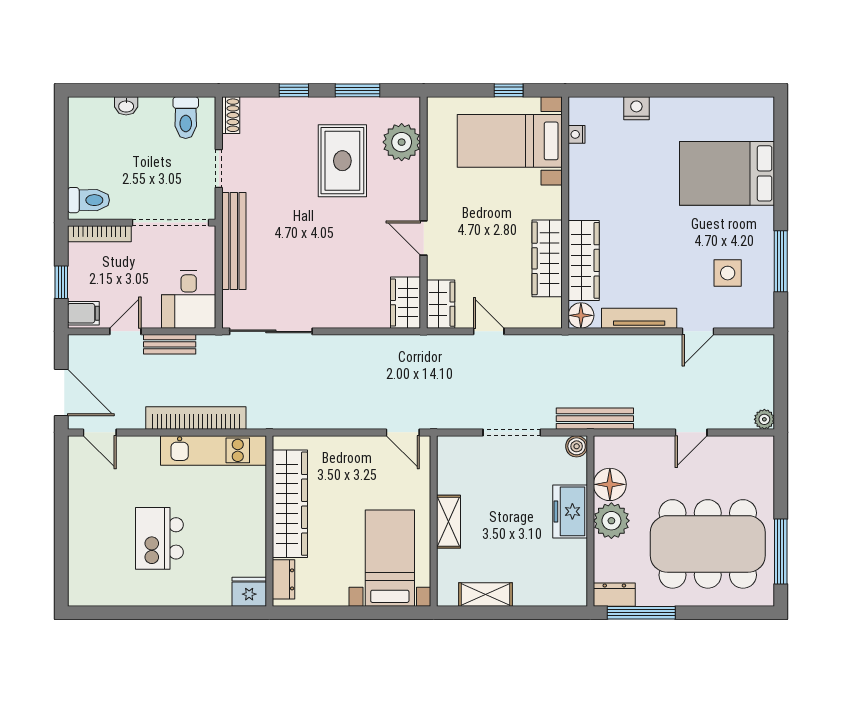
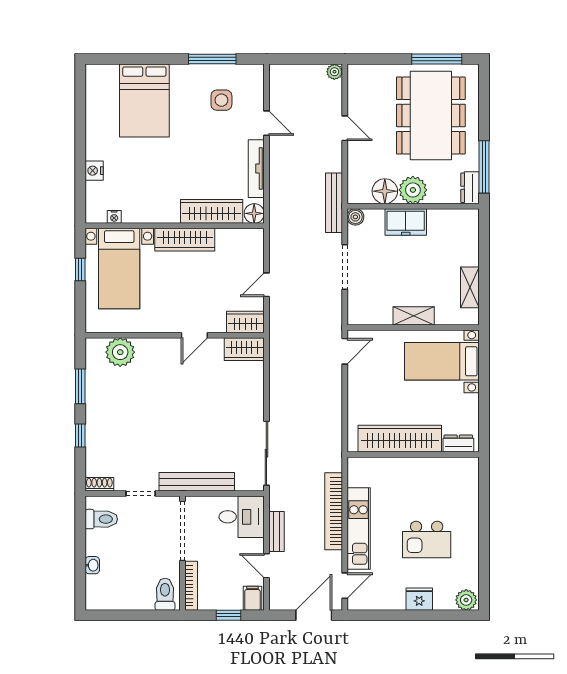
rug: (342, 161) -> (135, 398), removed
wardrobe: (547, 258) -> (185, 240), moved
kitchen unit: (213, 450) -> (359, 528), moved
plant: (81, 590) -> (466, 600), added
fridge: (249, 592) -> (419, 599), moved, turned 90

